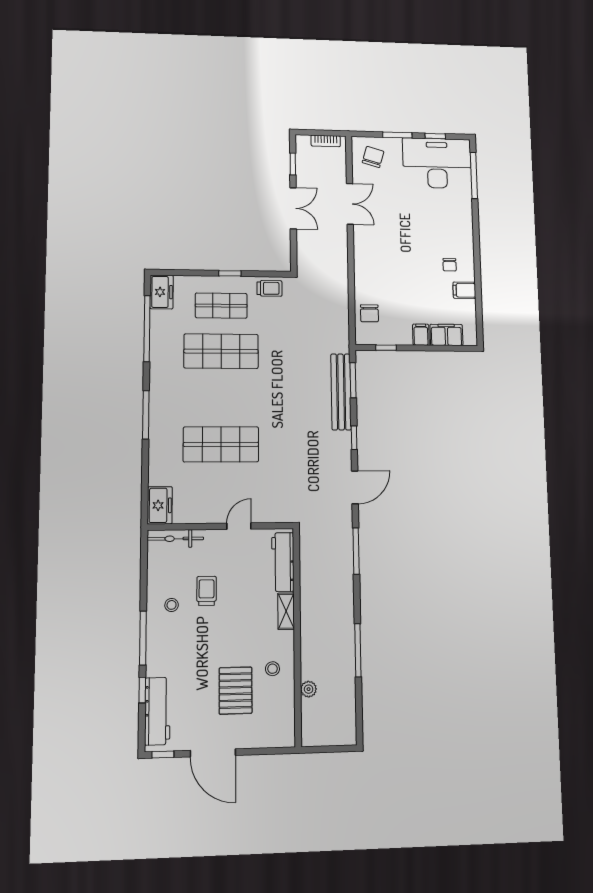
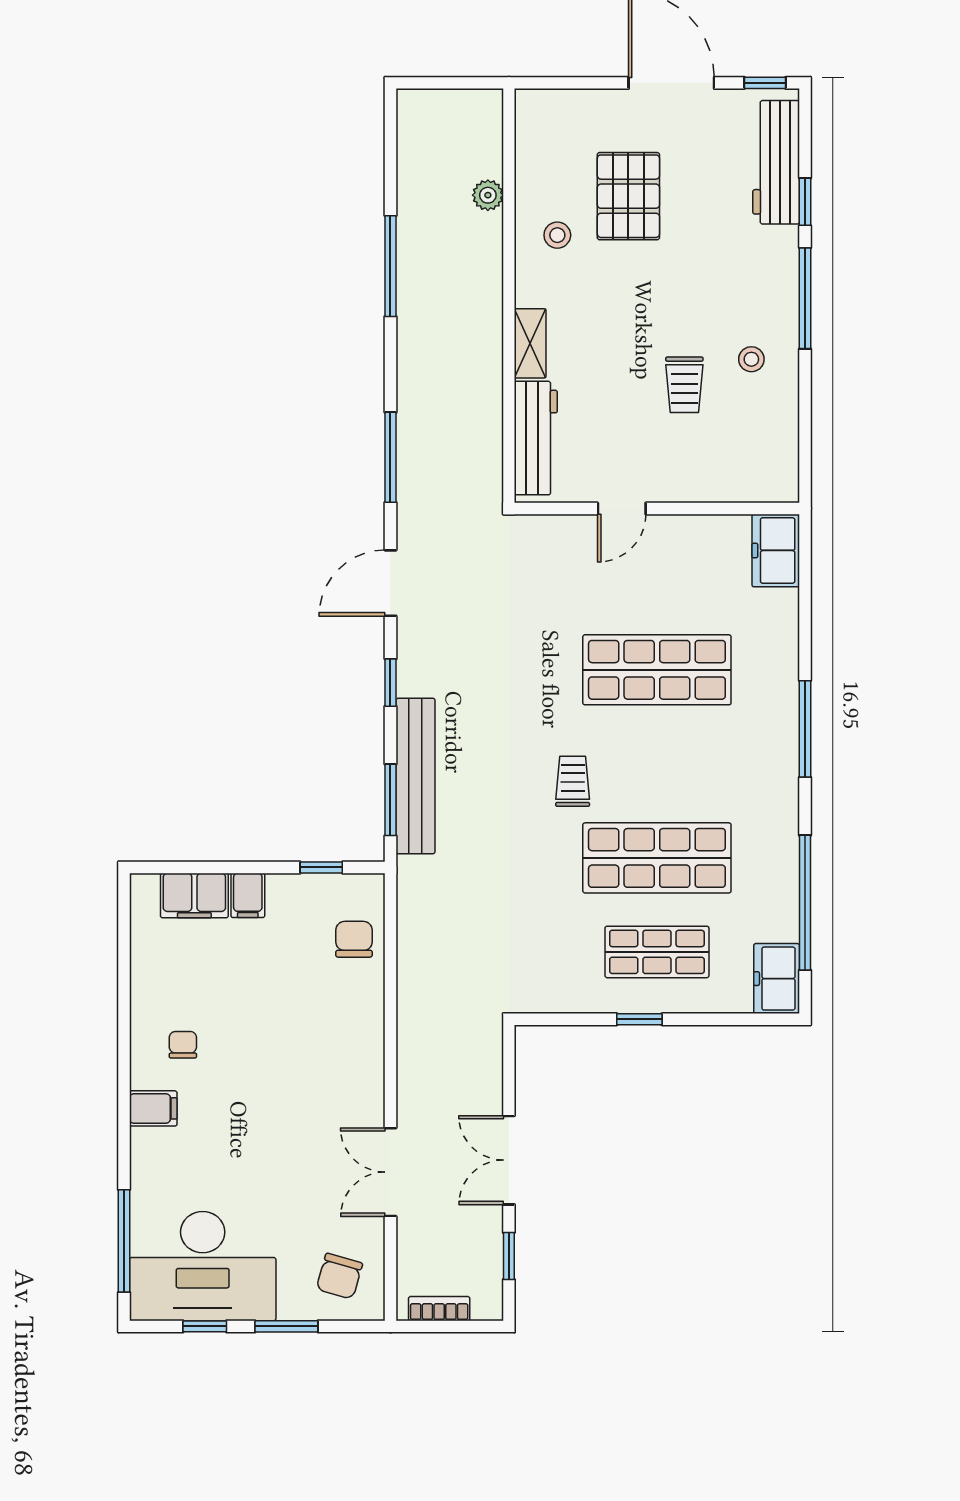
trolley: (269, 288) -> (573, 781), moved, turned 90
filing cabinet: (464, 290) -> (153, 1108), moved
bicycle: (175, 539) -> (745, 486), removed

